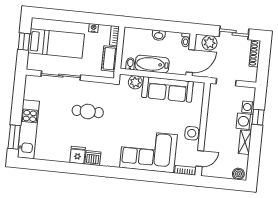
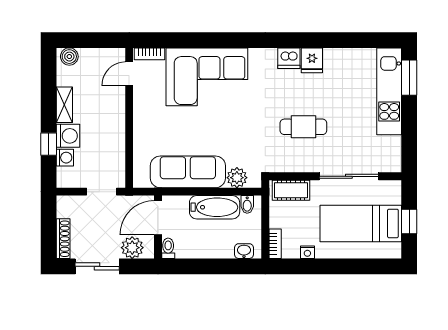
washbasin: (159, 35) -> (244, 251), moved
cot: (109, 59) -> (291, 190), moved, turned 90
side table: (192, 133) -> (145, 110), removed

